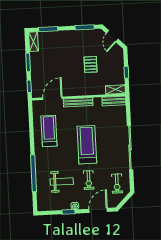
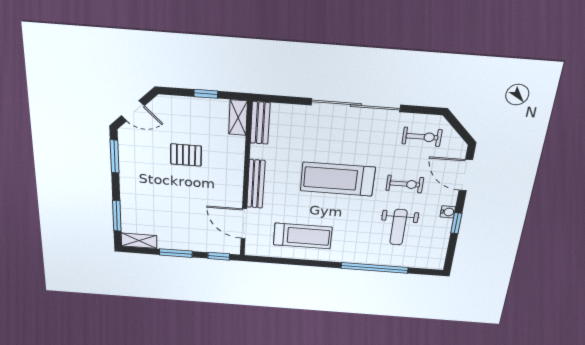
treadmill: (49, 131) -> (303, 236), turned 180
weight bench: (62, 182) -> (398, 227), turned 180

